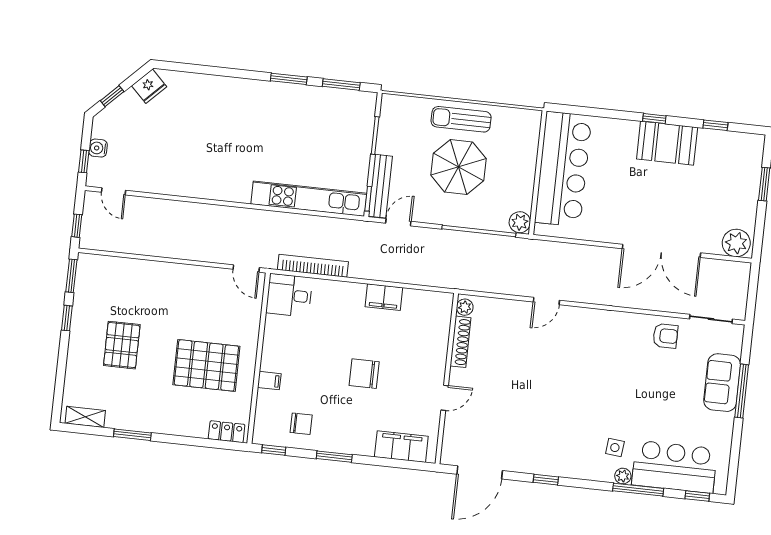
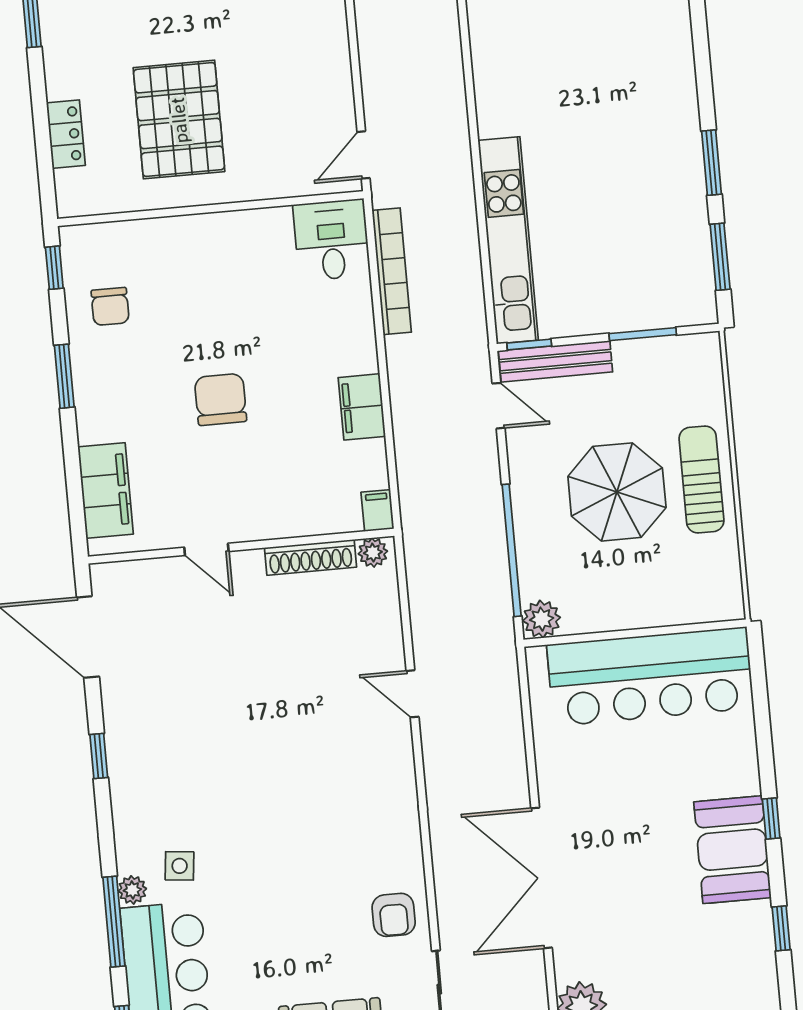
filing cabinet: (269, 381) -> (377, 511), moved, turned 180
locker: (227, 432) -> (66, 134), moved

